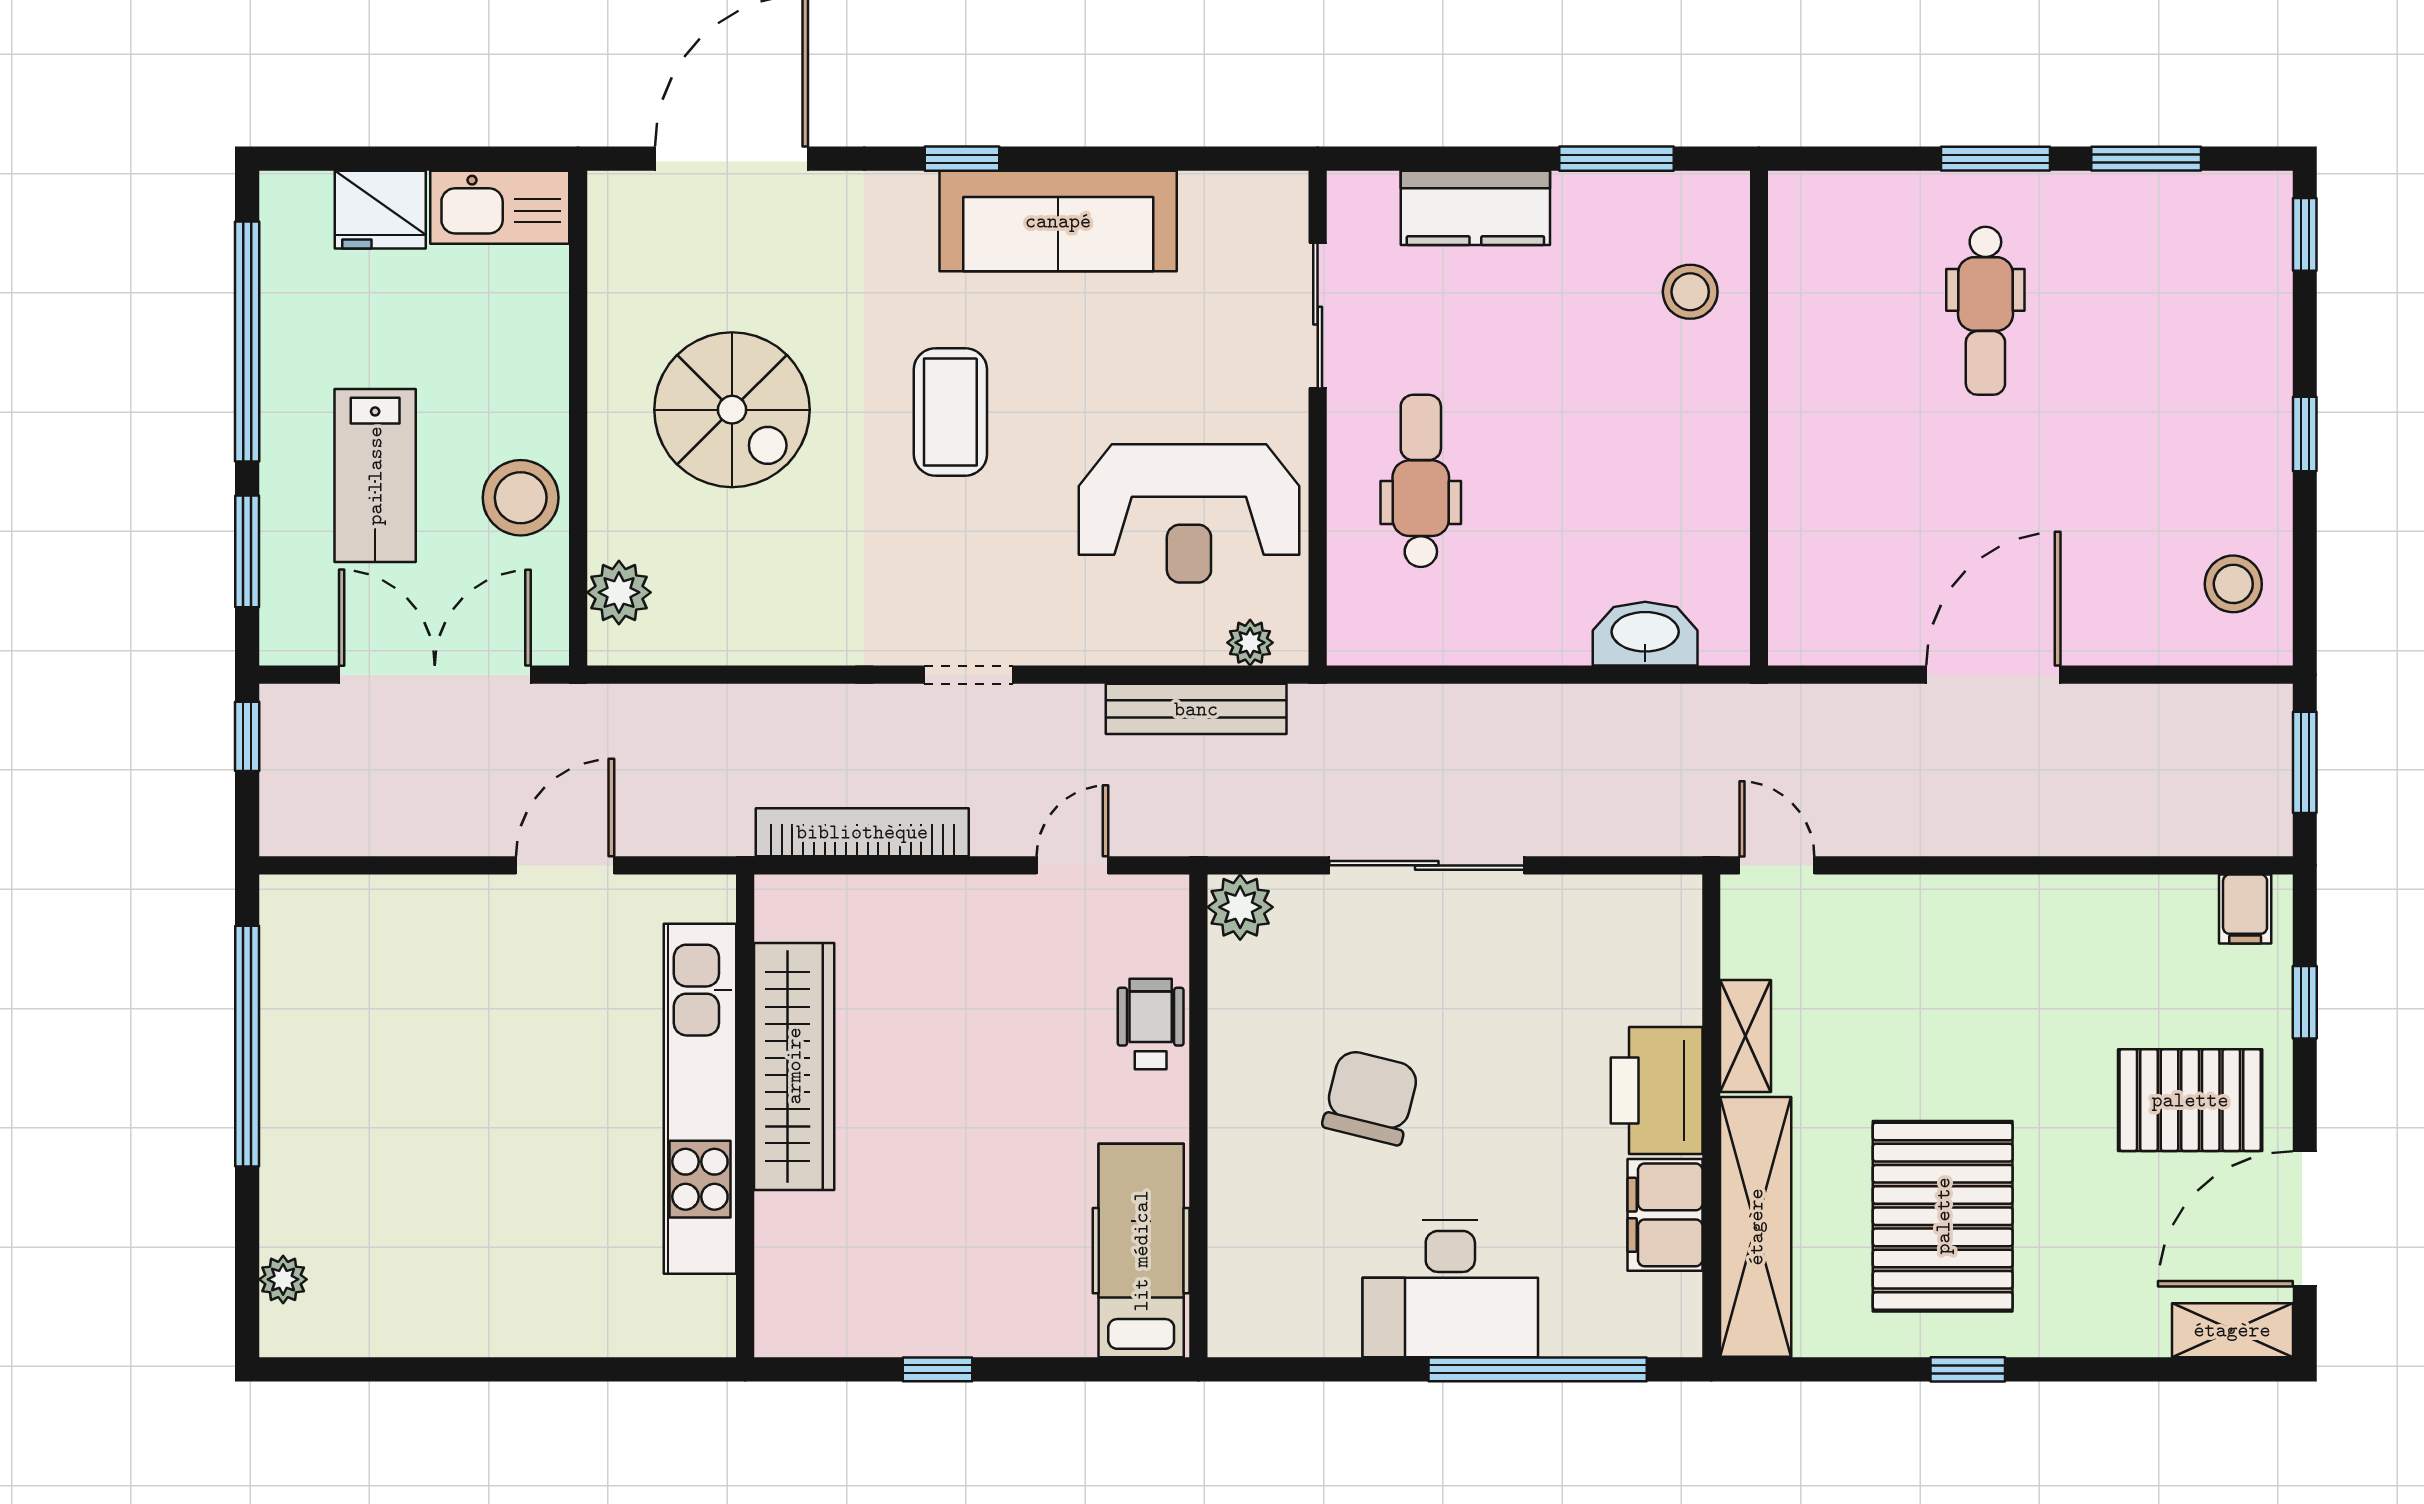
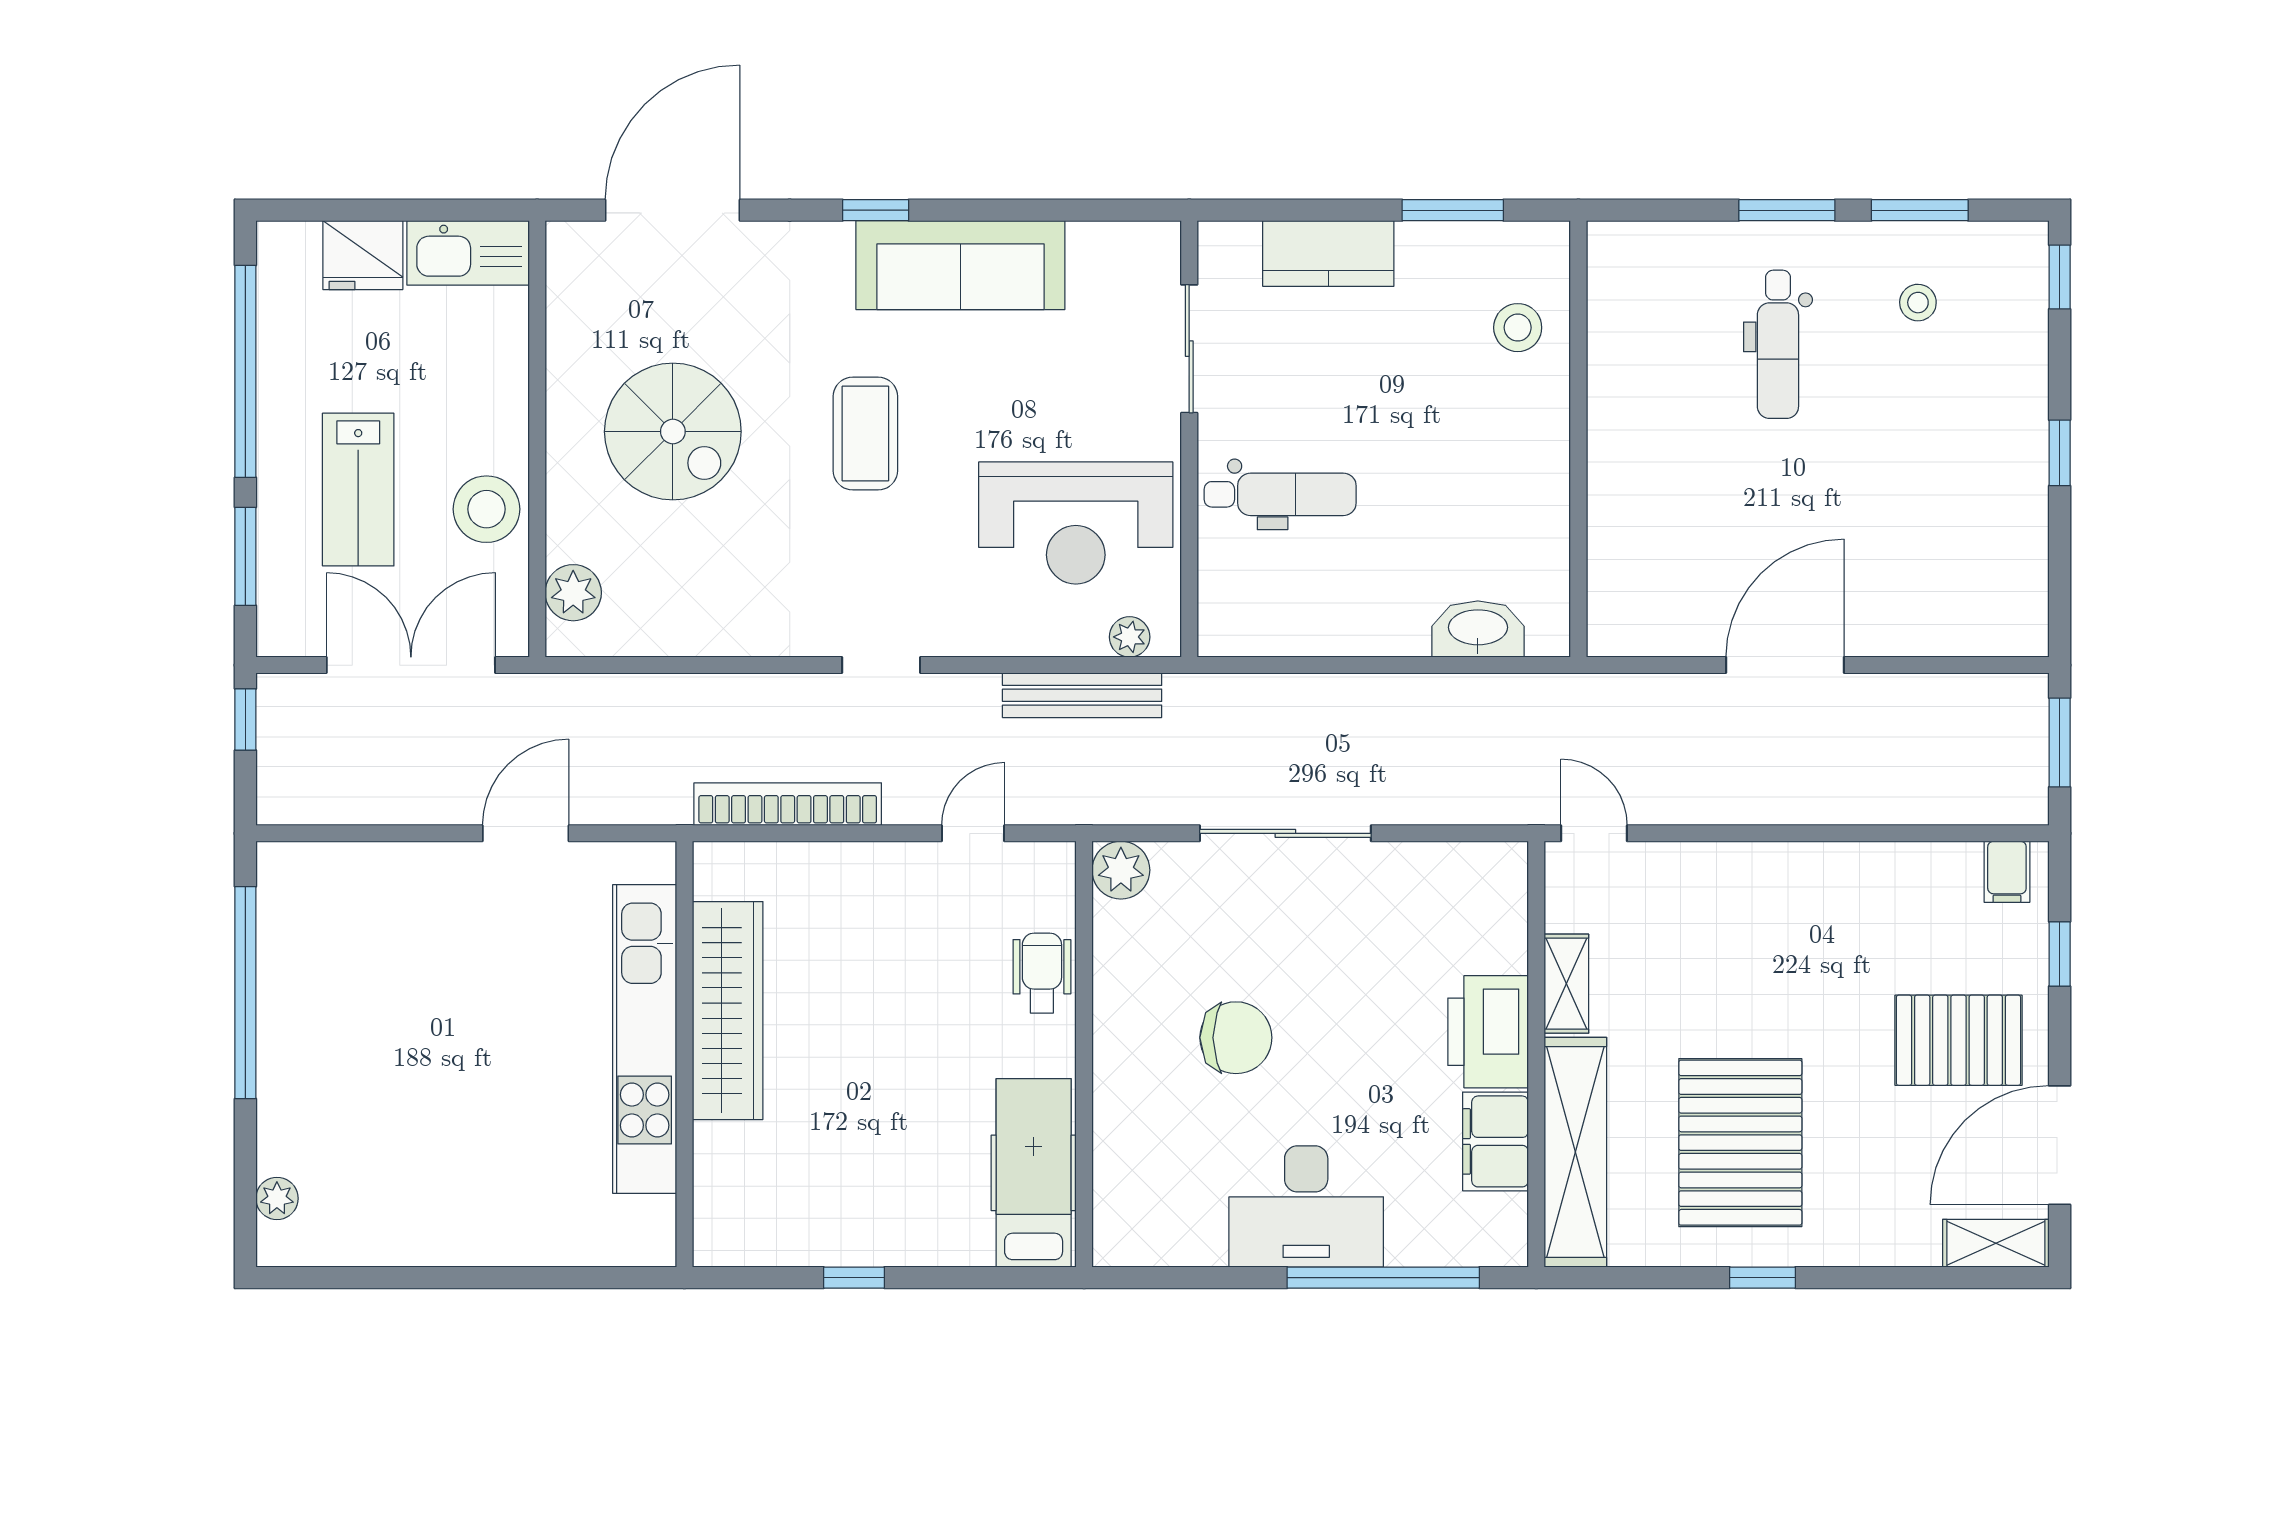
dental chair: (1421, 481) -> (1280, 494), turned 90
stool: (2233, 584) -> (1918, 303), moved, width x0.73, depth x0.73
chair: (1371, 1097) -> (1236, 1038), turned 76

